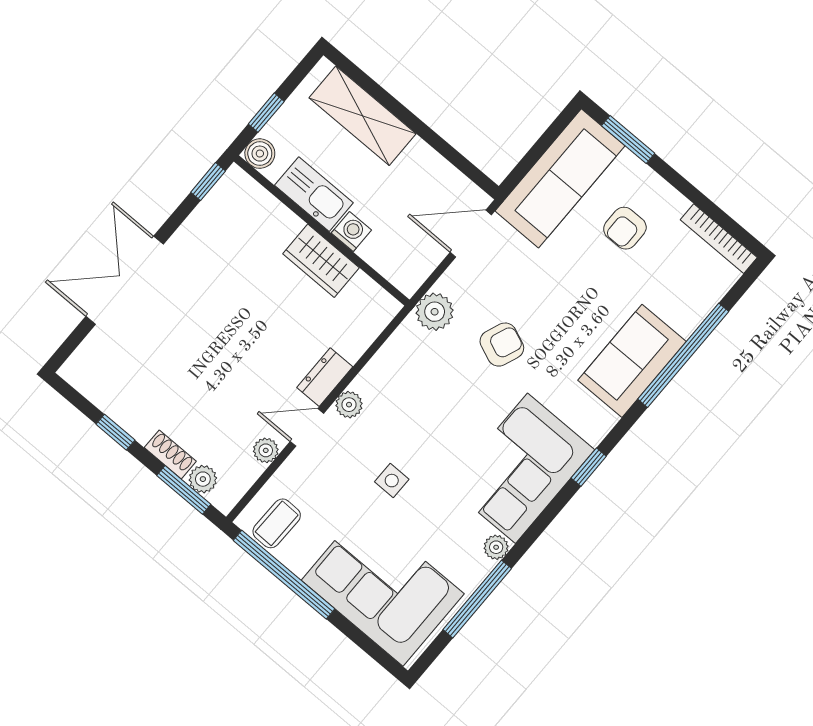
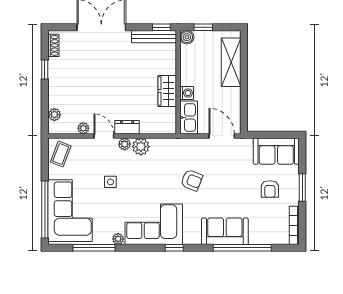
window: (628, 139) -> (302, 188), moved
sofa: (560, 178) -> (276, 151), width x0.73
kitchen sink: (314, 194) -> (189, 117), moved
bench: (213, 207) -> (154, 37), added
armchair: (625, 228) -> (270, 189), turned -90
plant: (435, 312) -> (141, 147), moved
shoe rack: (170, 454) -> (53, 45), moved
window: (184, 490) -> (45, 111), removed
coffee table: (277, 523) -> (61, 154), turned -70
window: (284, 575) -> (45, 209), moved

